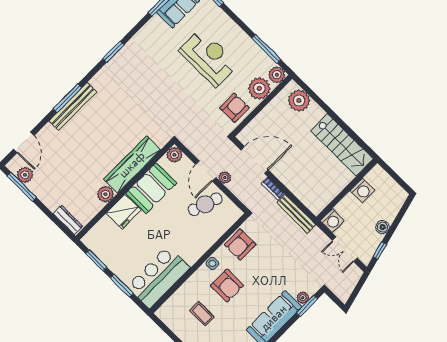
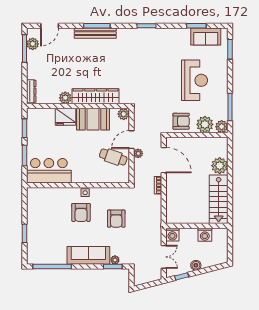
plant: (299, 100) -> (220, 166), moved
bench: (296, 214) -> (157, 212), removed
armchair: (240, 245) -> (116, 219), moved, turned -90
double door: (345, 249) -> (164, 257), swing flipped
coffee table: (202, 314) -> (52, 214), removed

